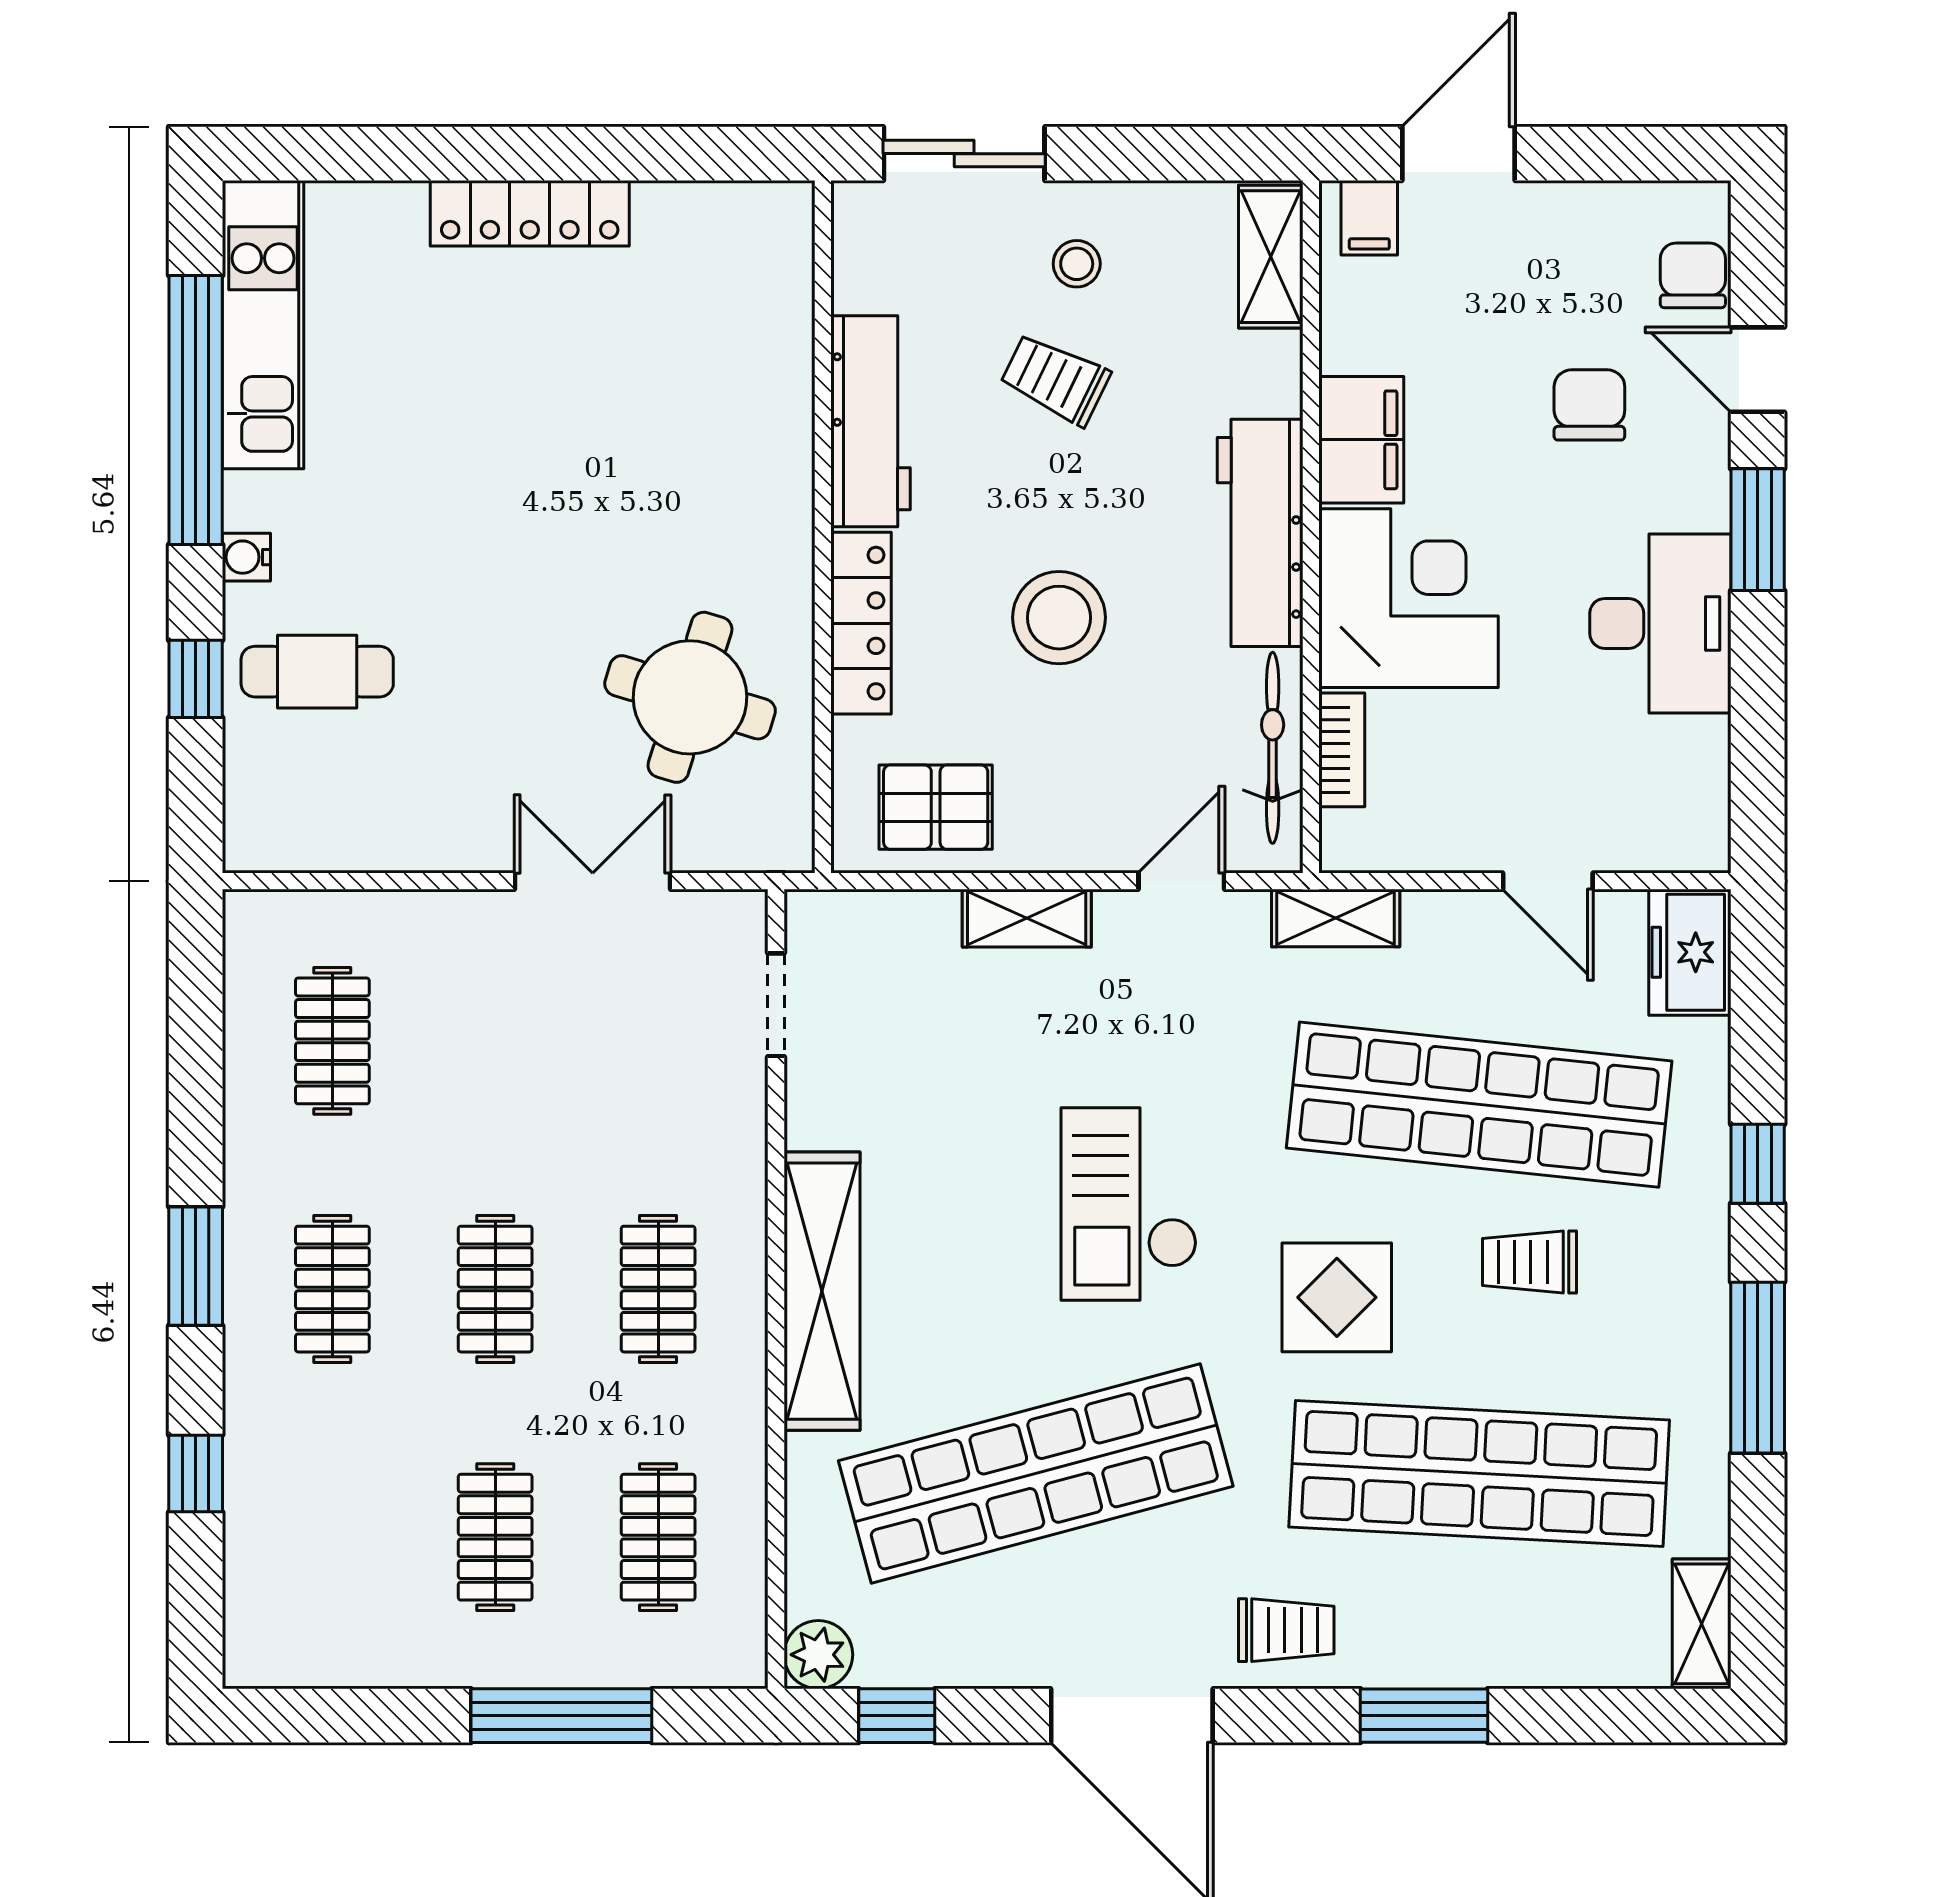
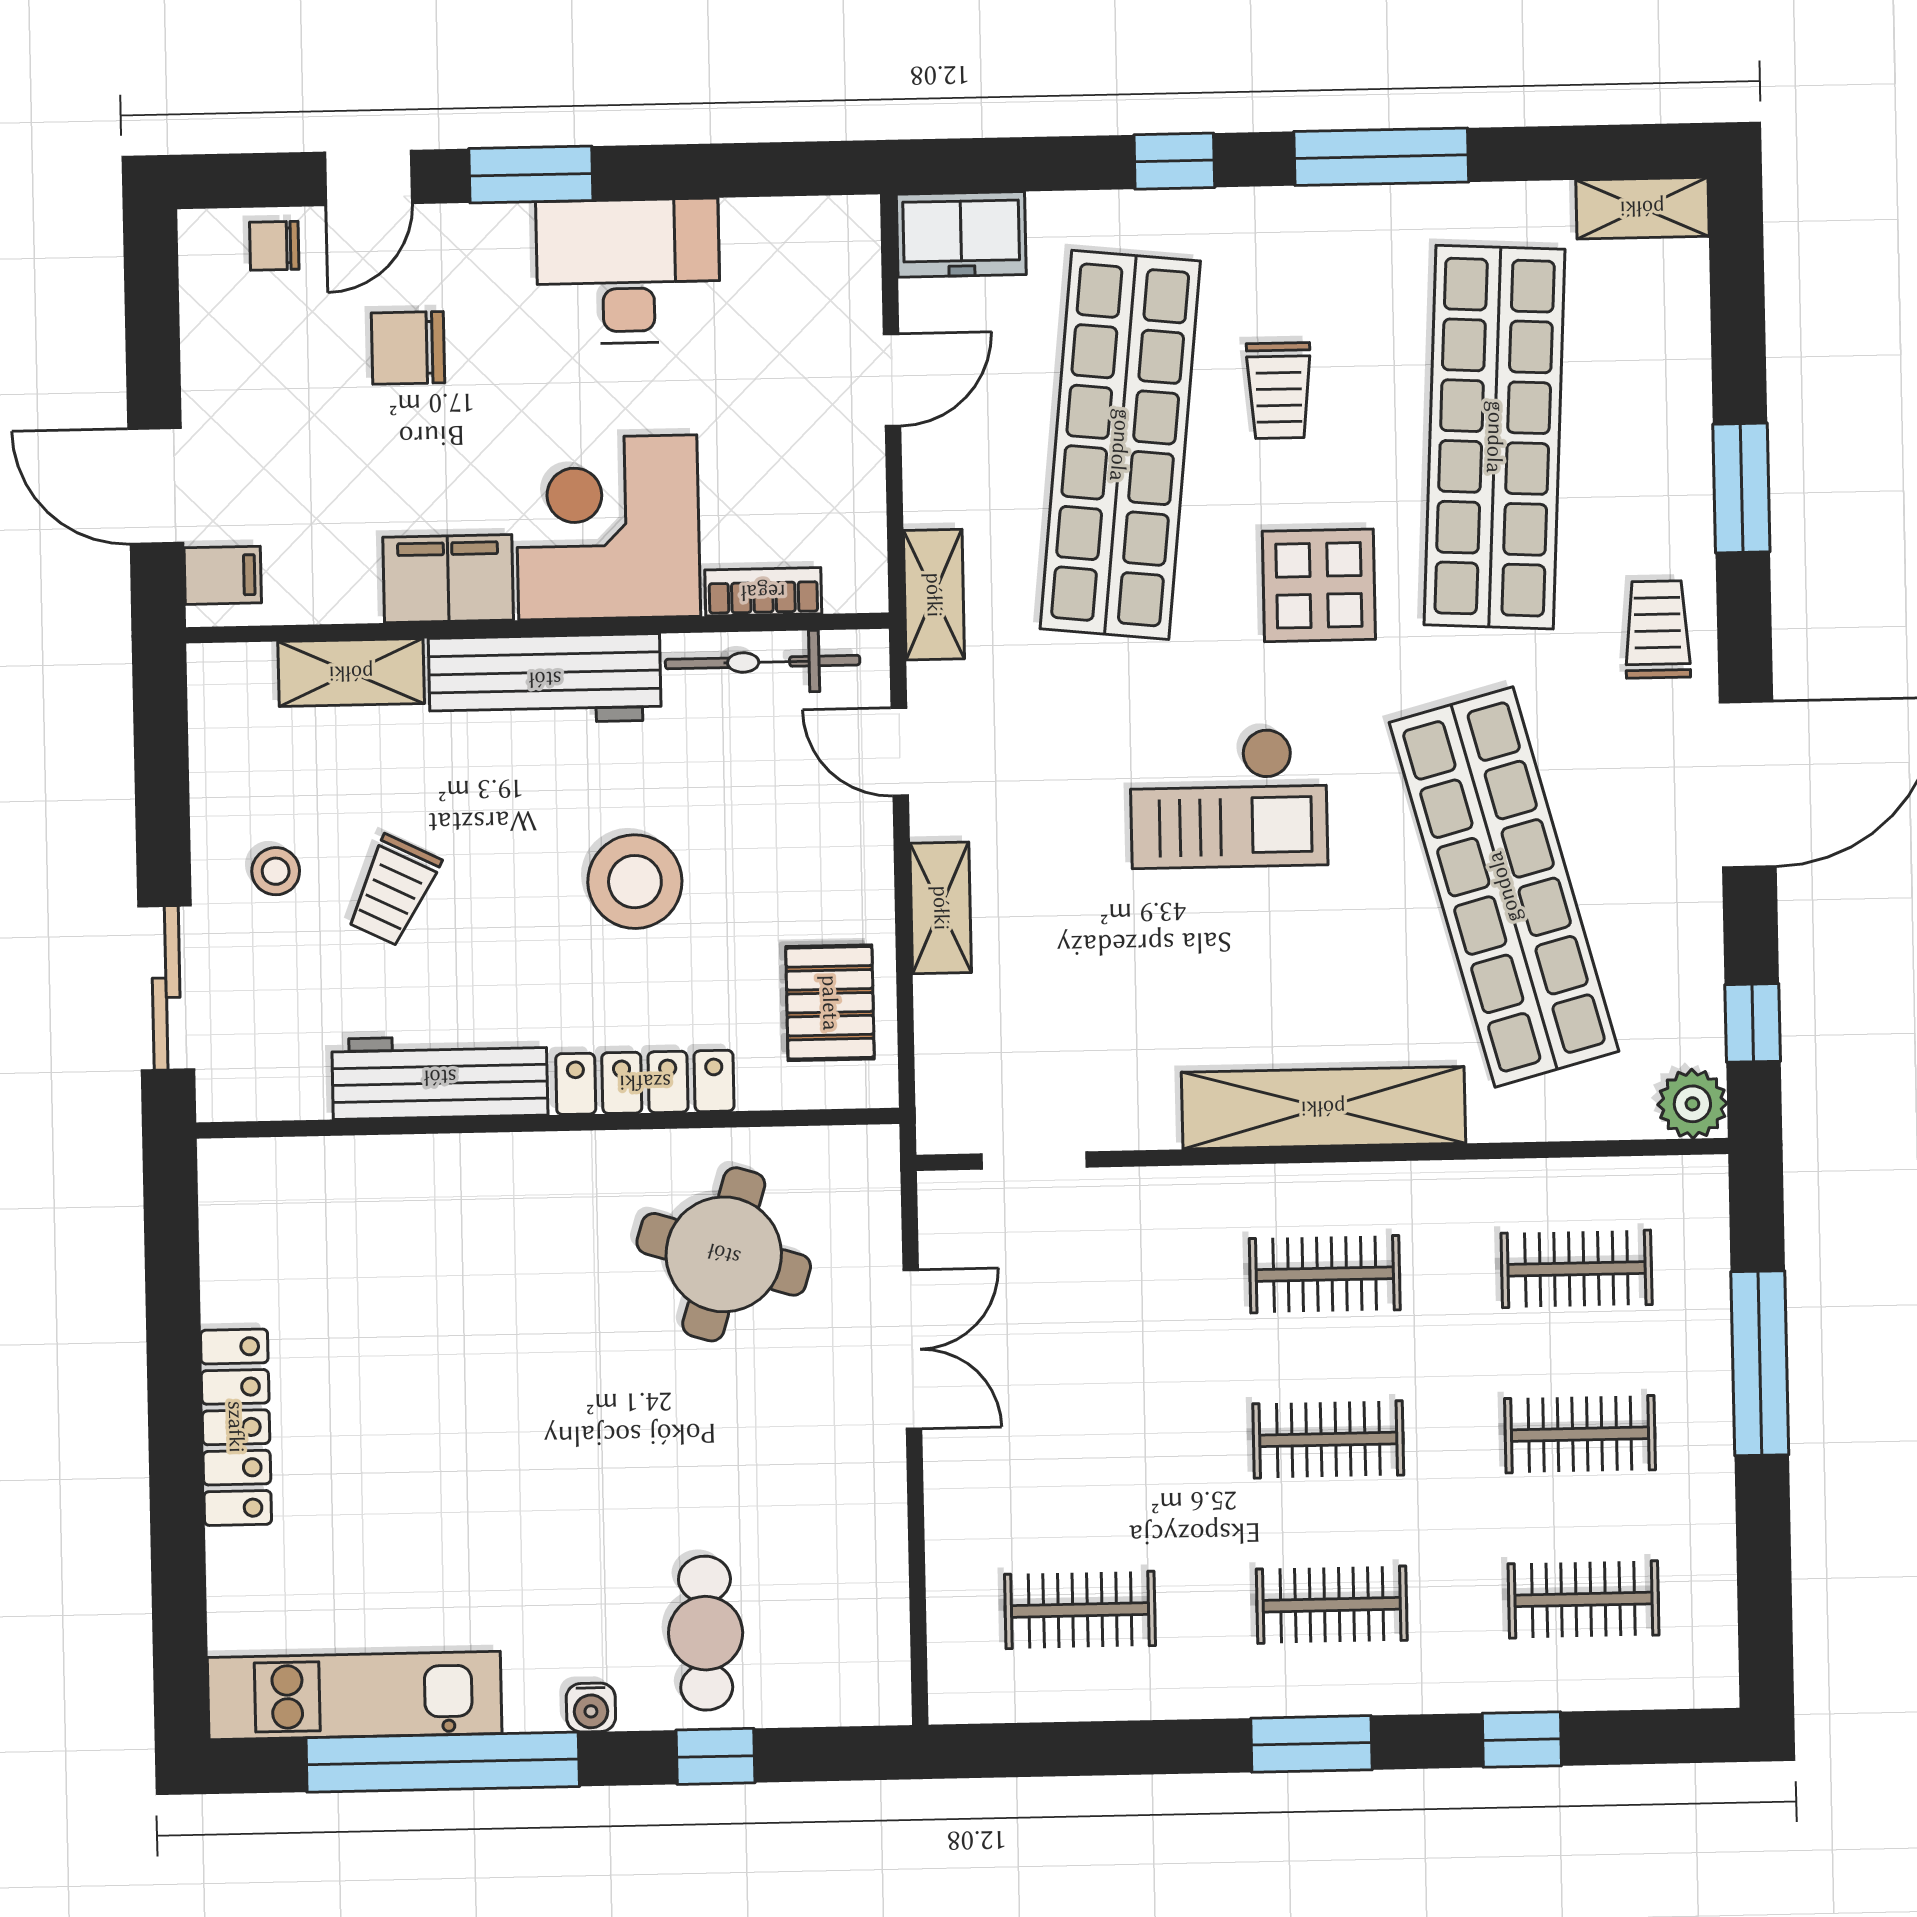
shelving: (1271, 257) -> (351, 673), moved
chair: (1693, 275) -> (274, 246), width x0.73, depth x0.73
double door: (593, 881) -> (912, 1349), swing flipped
clothes rail: (332, 1537) -> (1584, 1599), added

